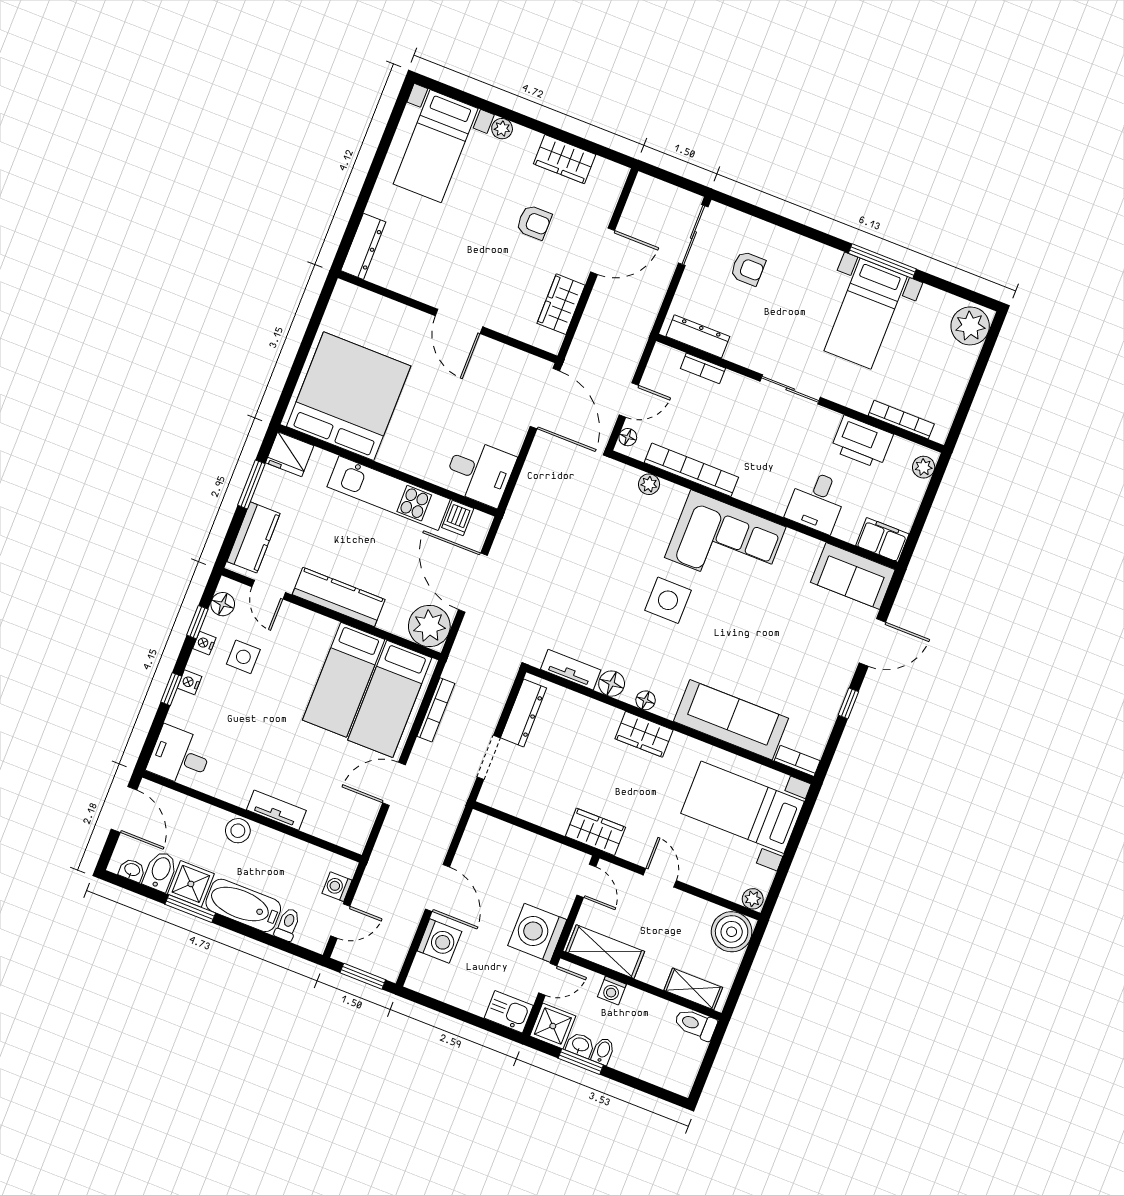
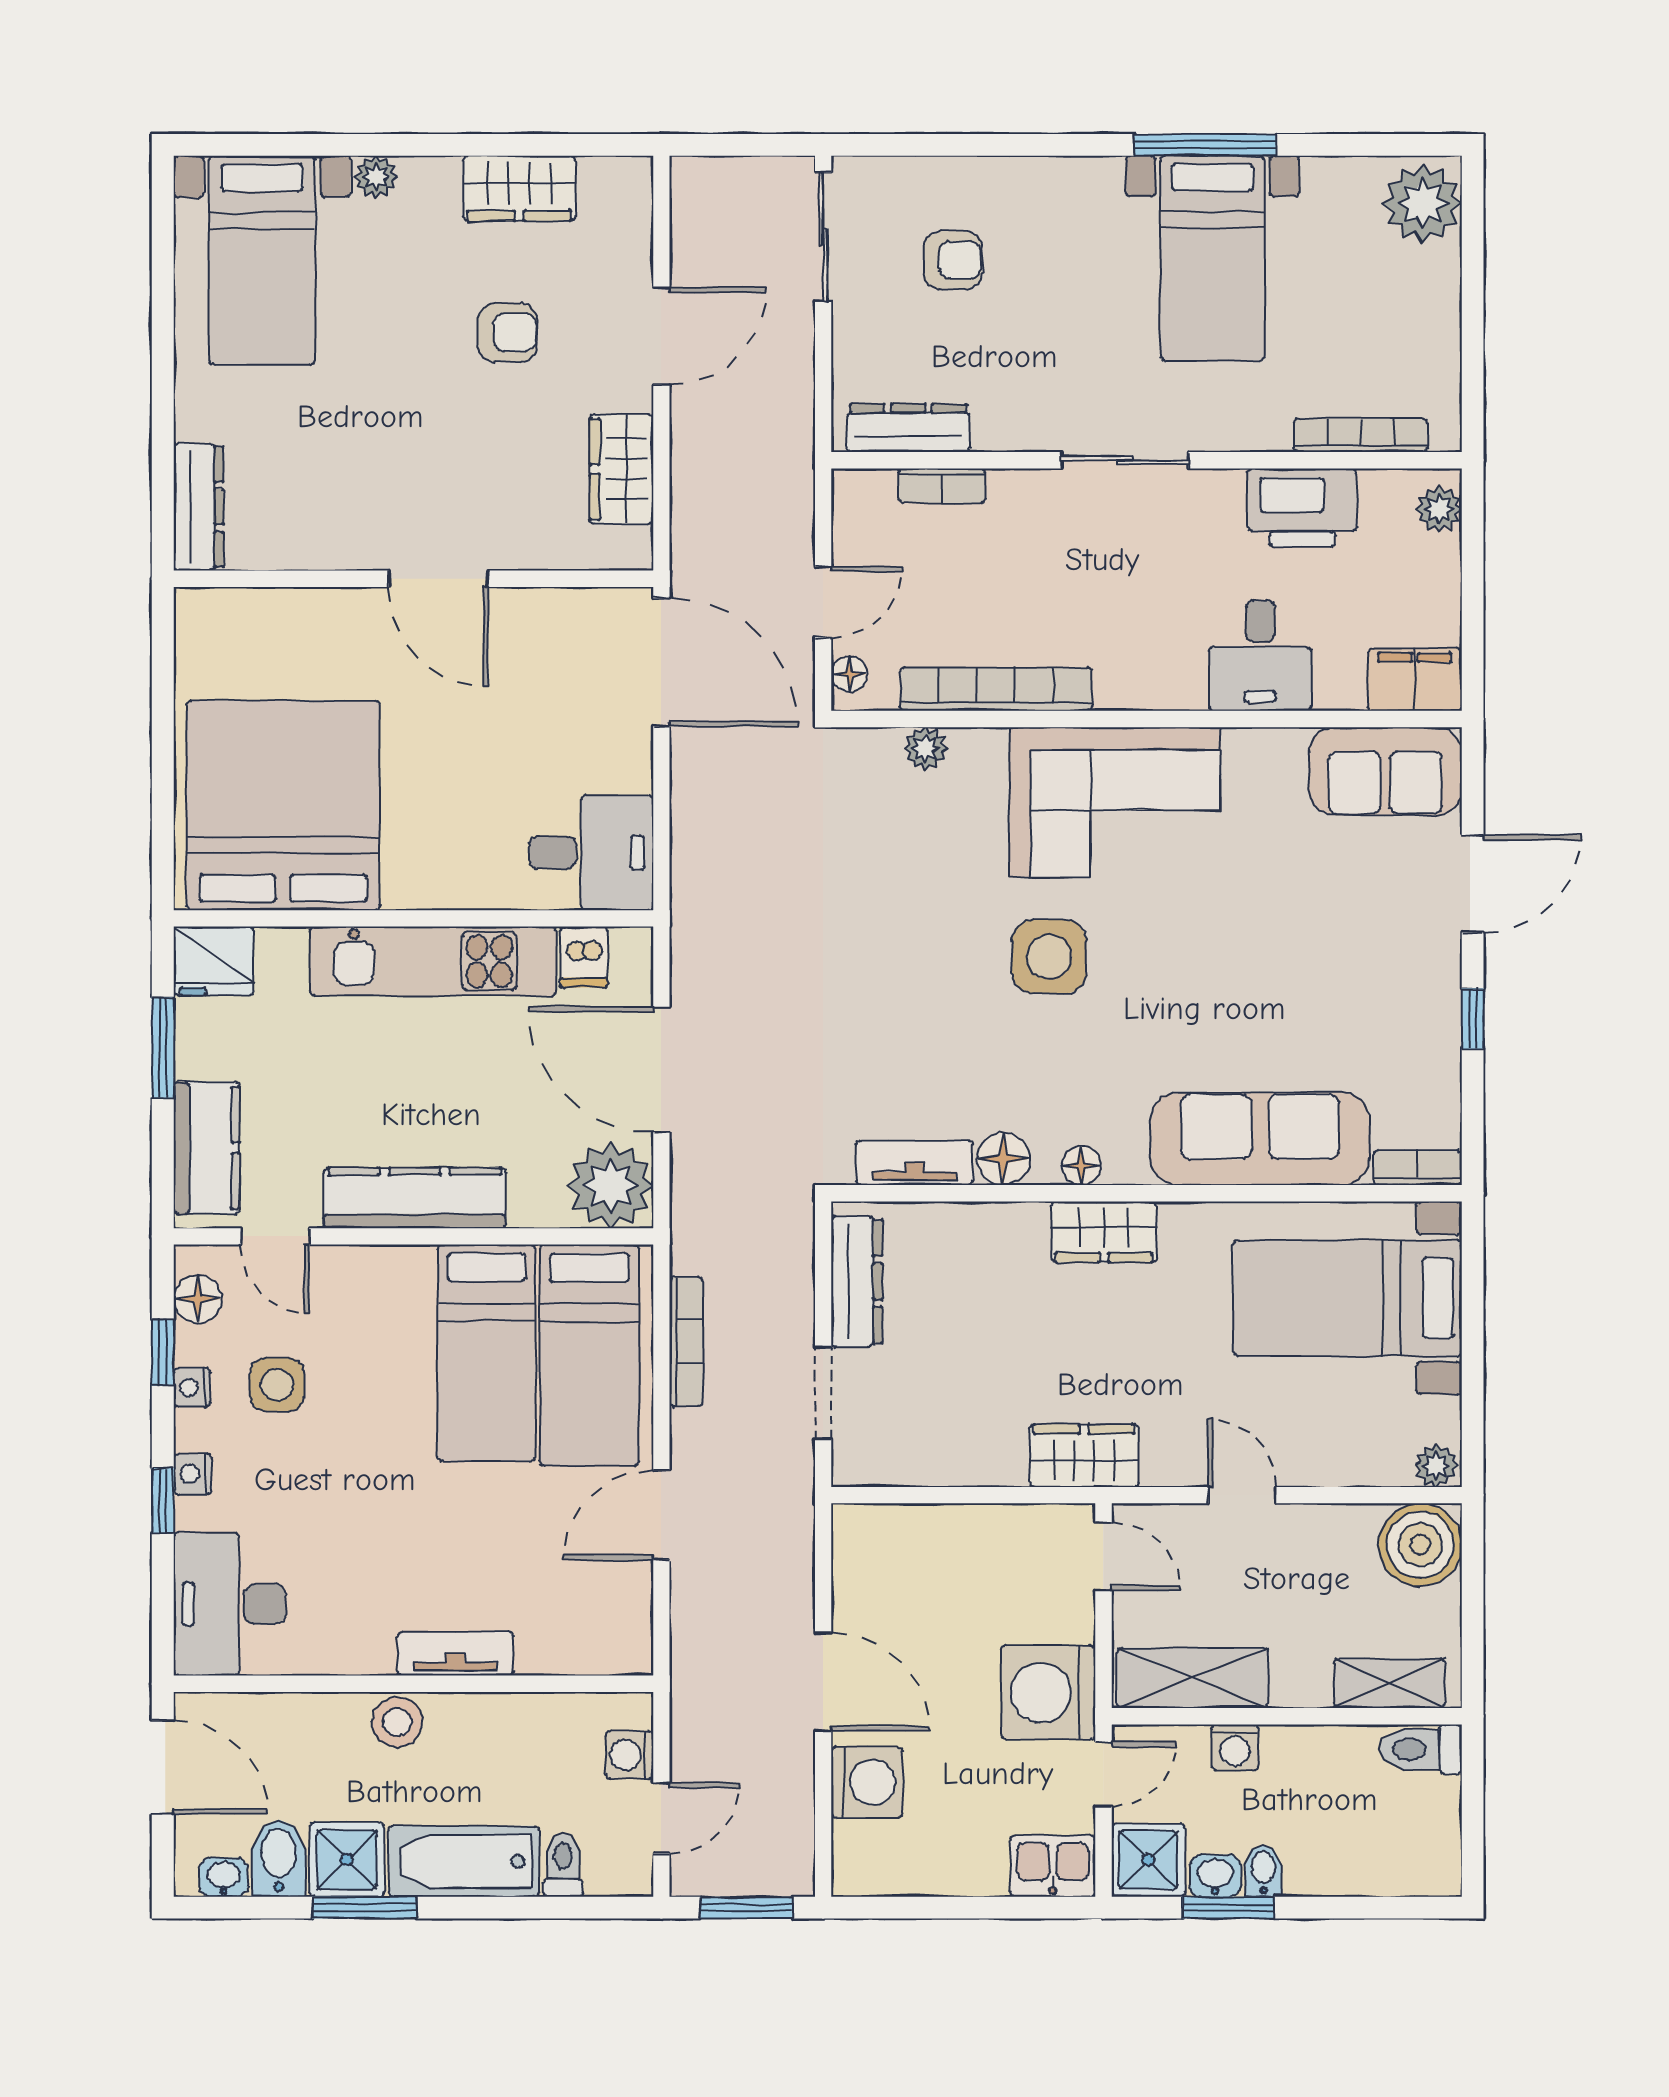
desk: (180, 757) -> (230, 1604), width x1.37

